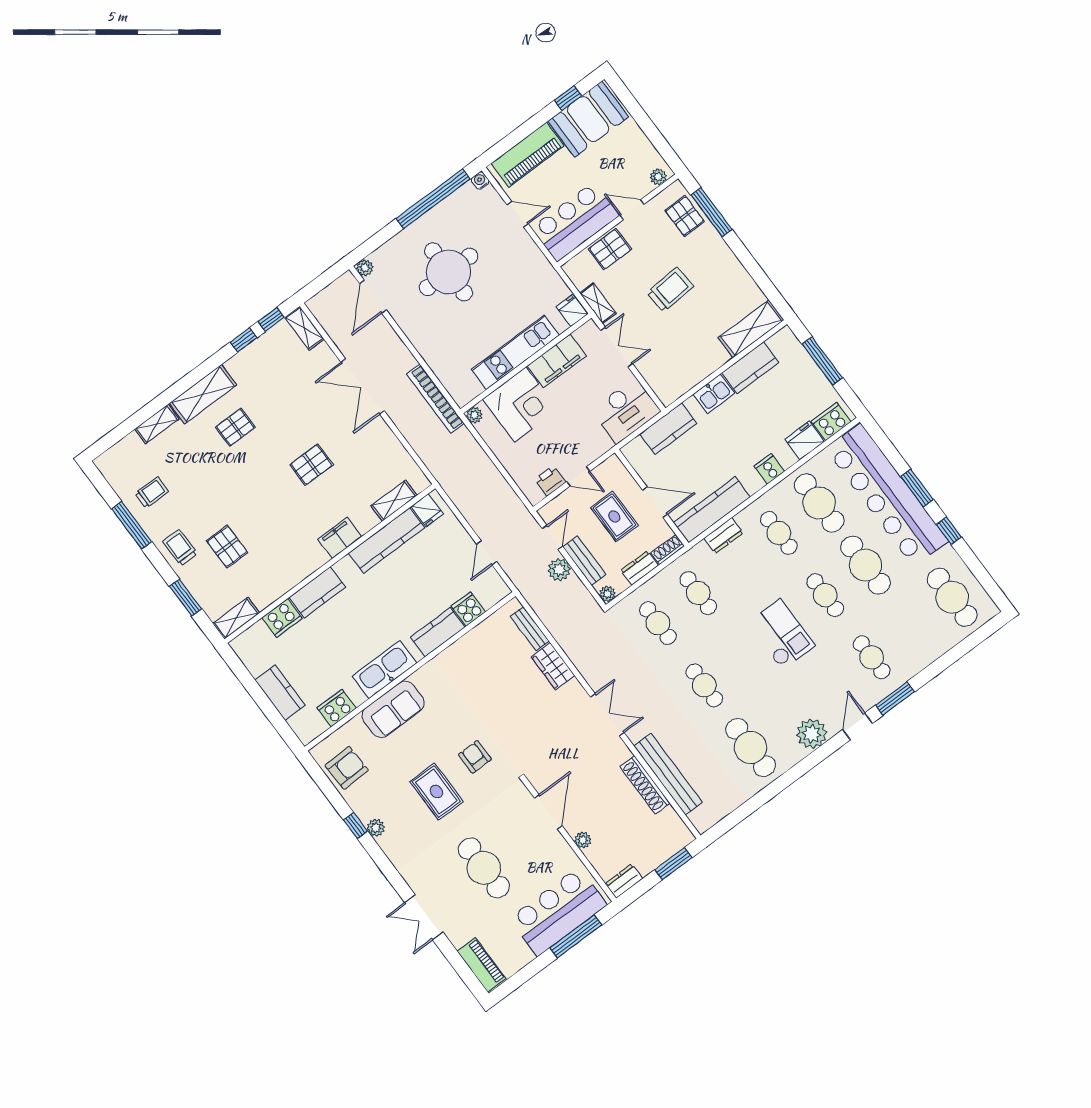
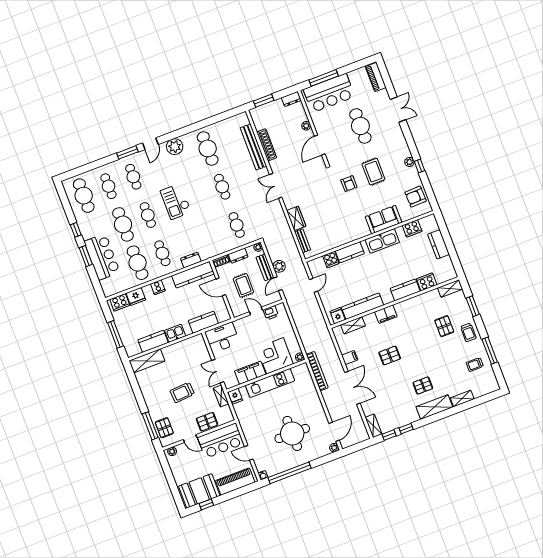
filing cabinet: (383, 440) -> (350, 358), added
bar counter: (887, 495) -> (102, 257), width x0.54
cafe table: (698, 593) -> (108, 186), moved

